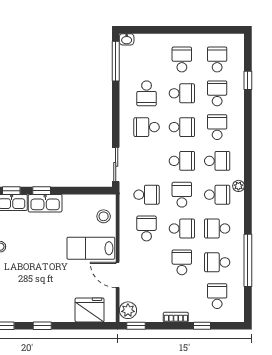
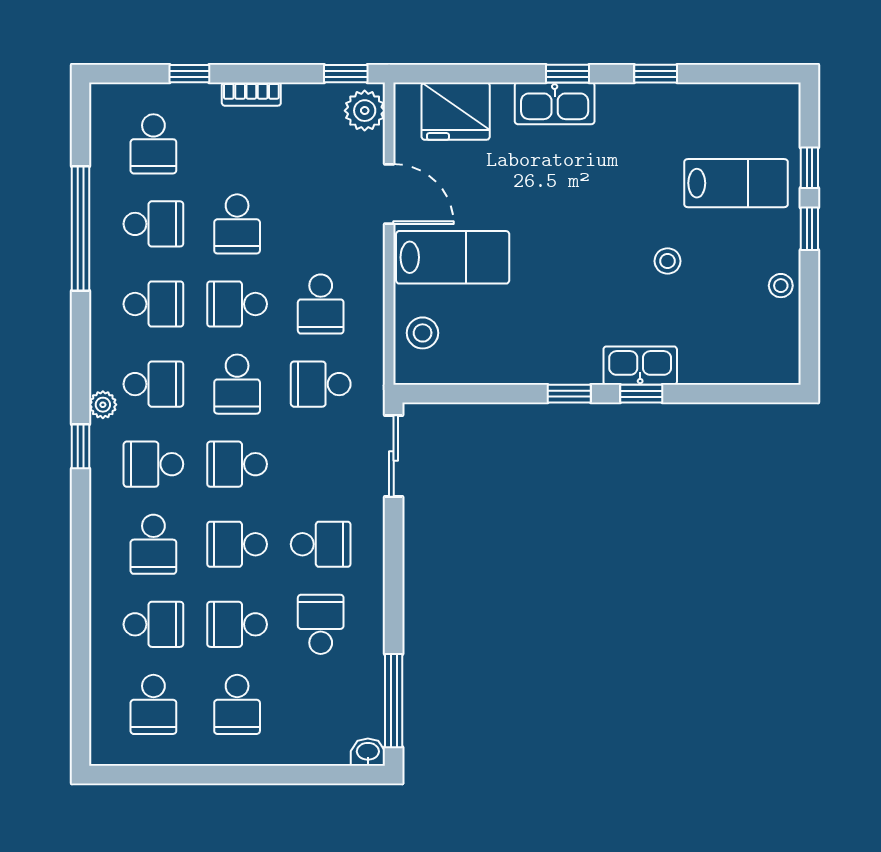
window: (248, 80) -> (81, 446), moved
school desk: (217, 93) -> (153, 624), turned -90
school desk: (217, 195) -> (153, 384), turned 180
kitchen sink: (45, 203) -> (555, 103), moved, turned 180

